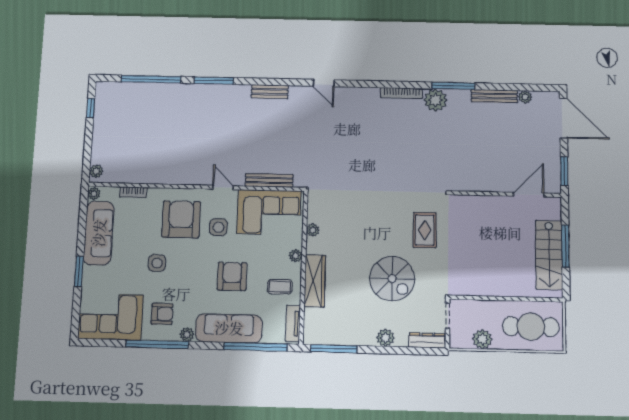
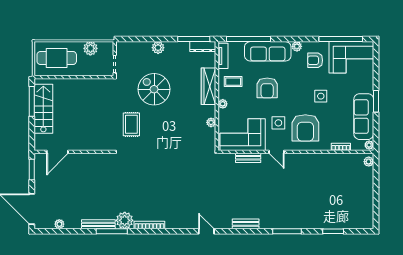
window: (151, 79) -> (333, 231), width x0.47
bench: (494, 96) -> (98, 224), moved
window: (91, 108) -> (376, 209), removed
bench: (269, 180) -> (248, 158), width x0.73
window: (565, 246) -> (32, 101), moved
window: (79, 271) -> (376, 101), moved
dresser: (427, 340) -> (203, 47), moved
window: (157, 344) -> (341, 39), moved

